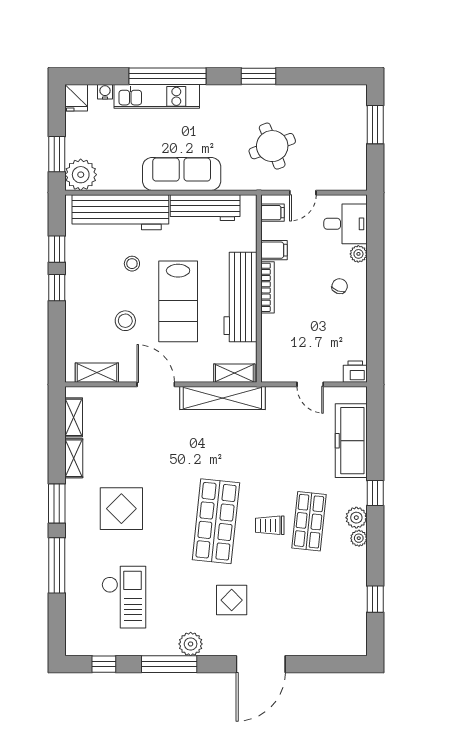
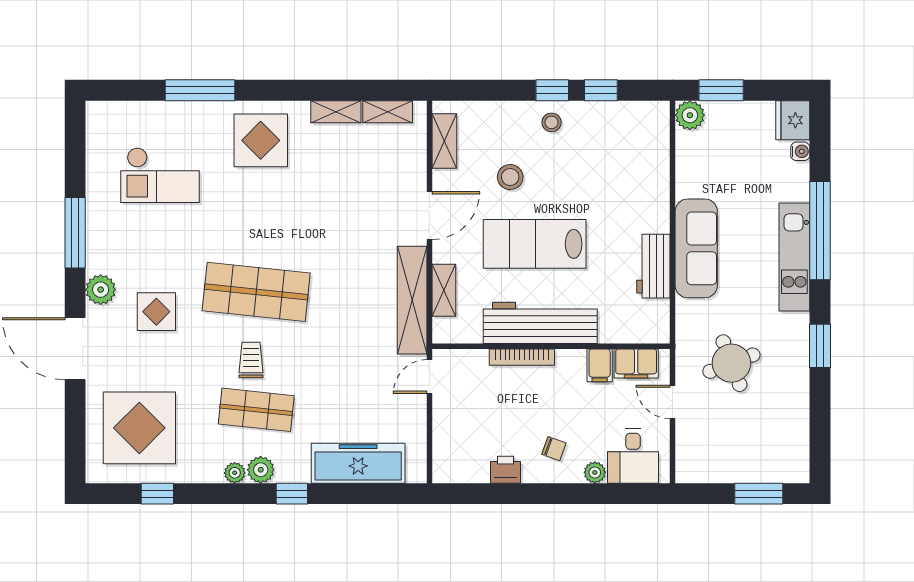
kitchen unit: (157, 96) -> (794, 257), moved
fridge: (76, 98) -> (793, 120), width x1.38
plant: (81, 175) -> (690, 115), width x0.73, depth x0.73
workbench: (205, 208) -> (653, 266), width x0.73
workbench: (120, 212) -> (648, 171), removed
filing cabinet: (272, 213) -> (636, 363), width x2.00
stool: (132, 264) -> (552, 122), moved
bookcase: (267, 287) -> (522, 357), moved
printer: (355, 372) -> (505, 470), moved, turned -90
shelving: (234, 373) -> (444, 290), moved
door: (310, 384) -> (429, 377), moved
window: (57, 504) -> (279, 90), removed
display table: (121, 509) -> (261, 140), moved
display table: (323, 613) -> (139, 428), added
plant: (191, 644) -> (101, 290), moved
window: (104, 664) -> (75, 150), removed

